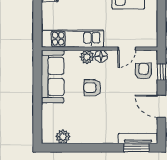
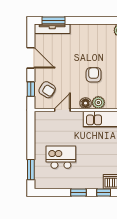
armchair: (144, 71) -> (47, 90), turned -58
armchair: (92, 88) -> (94, 75), turned -90

